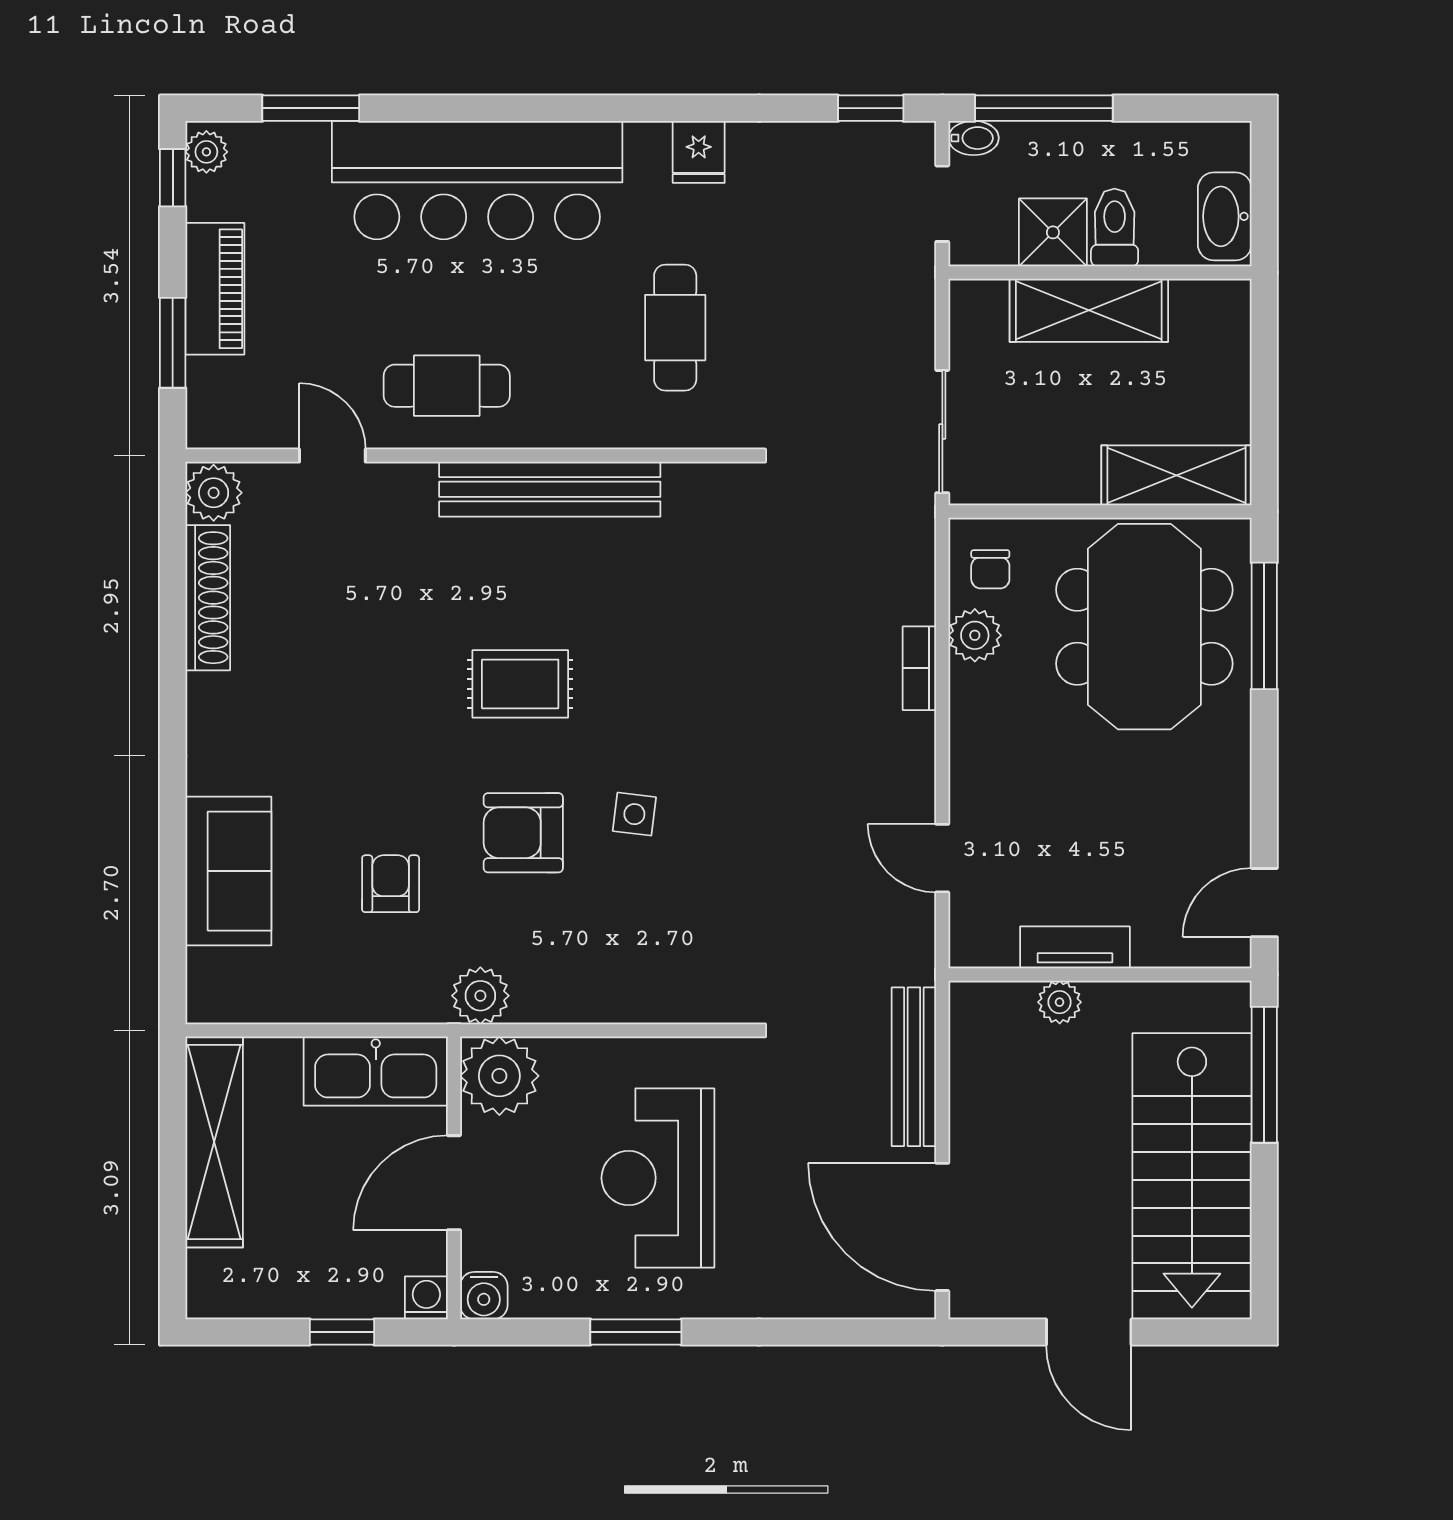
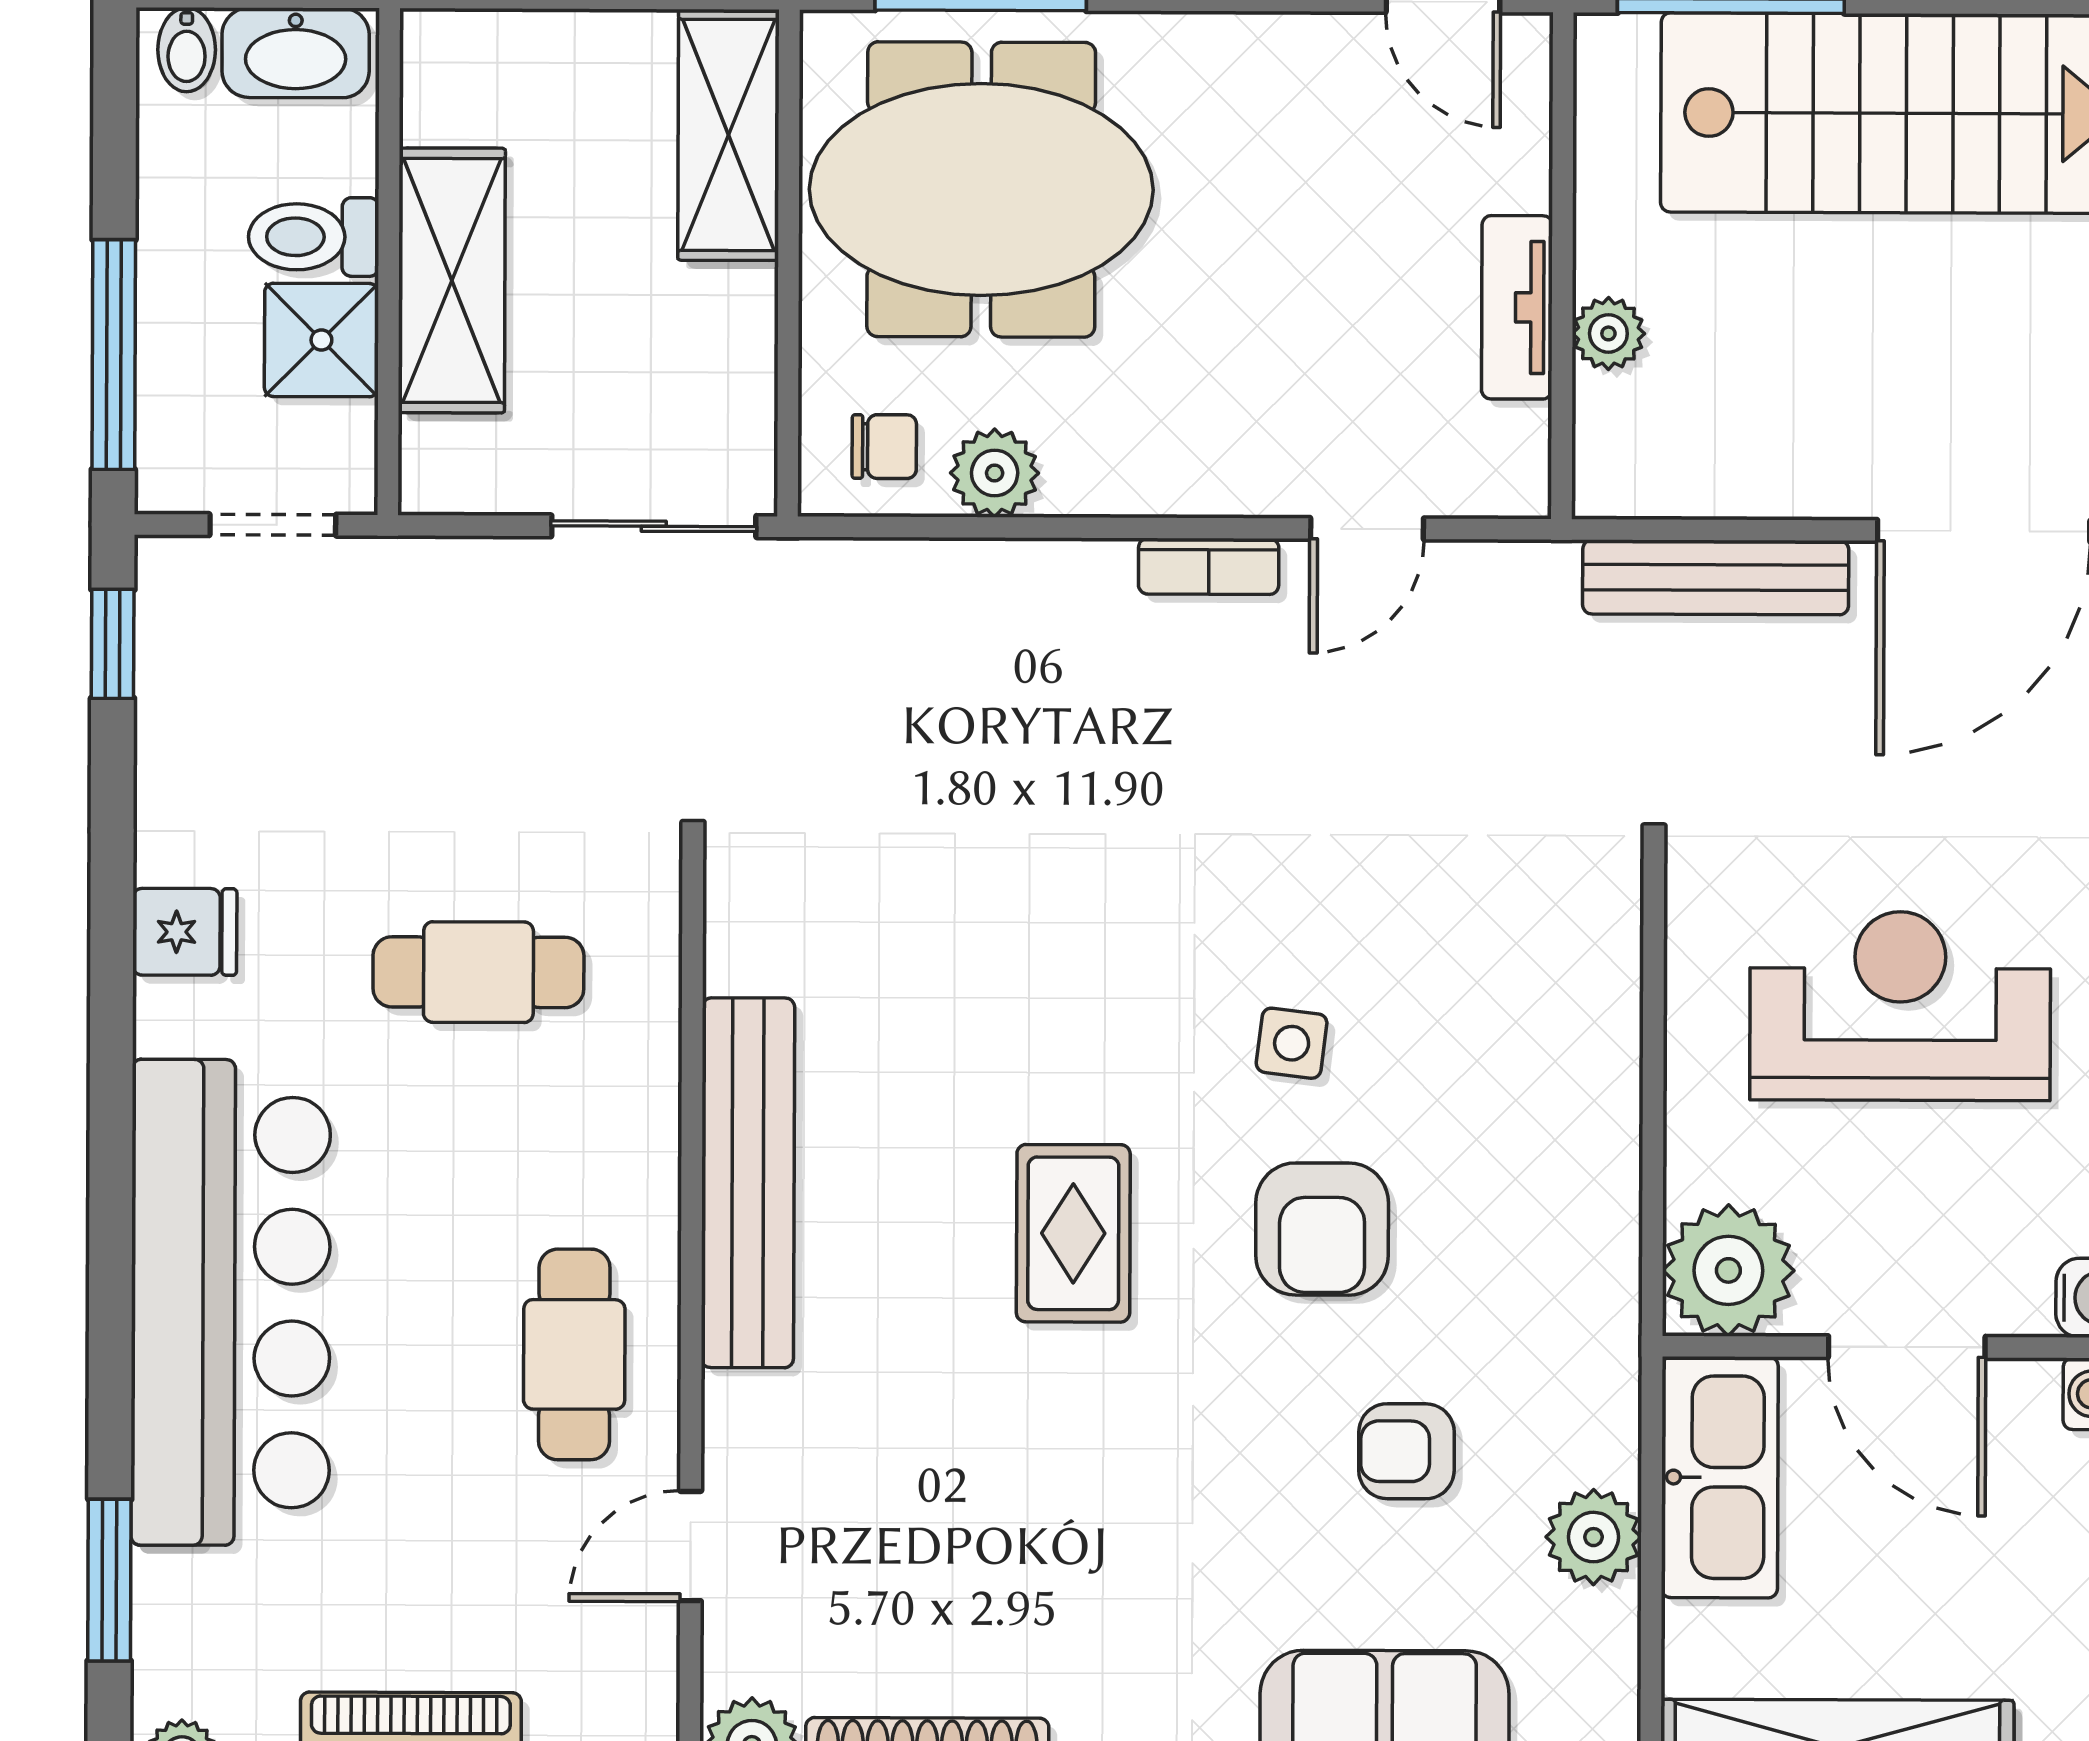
bidet: (974, 138) -> (187, 50), moved, turned 180
bookcase: (919, 668) -> (1209, 566), moved
plant: (480, 996) -> (1594, 1537), moved
reception desk: (658, 1178) -> (1900, 1006), turned 180

